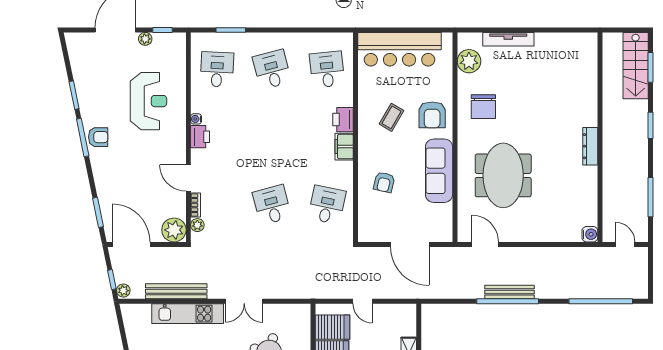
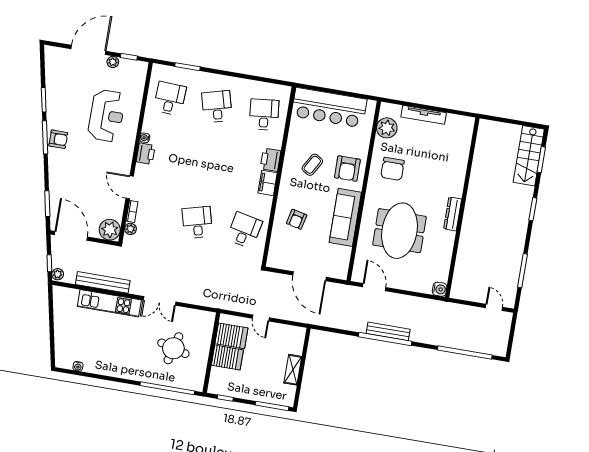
wall: (600, 137) -> (462, 208), moved
dresser: (590, 146) -> (453, 214), moved
water cooler: (590, 234) -> (440, 289), moved

